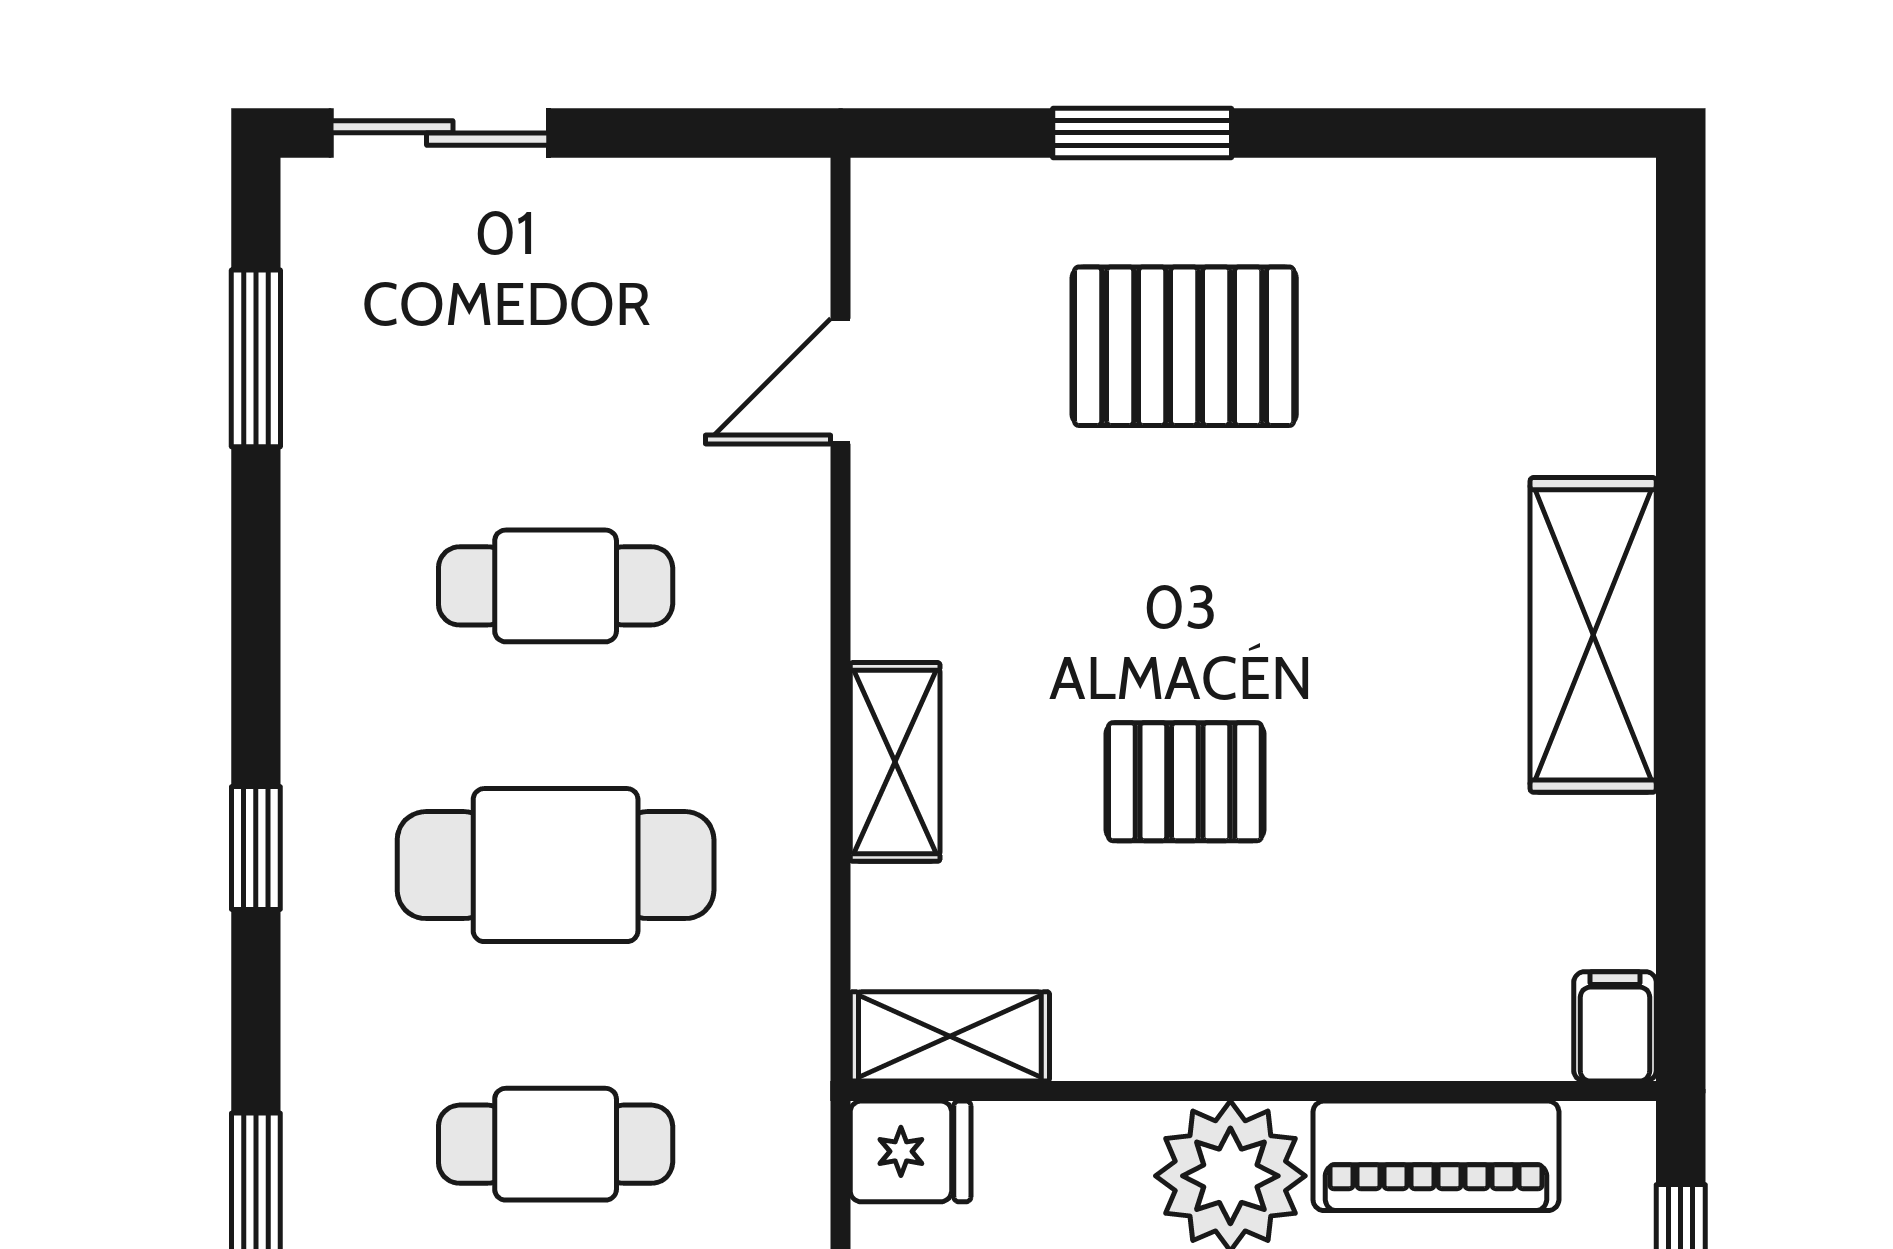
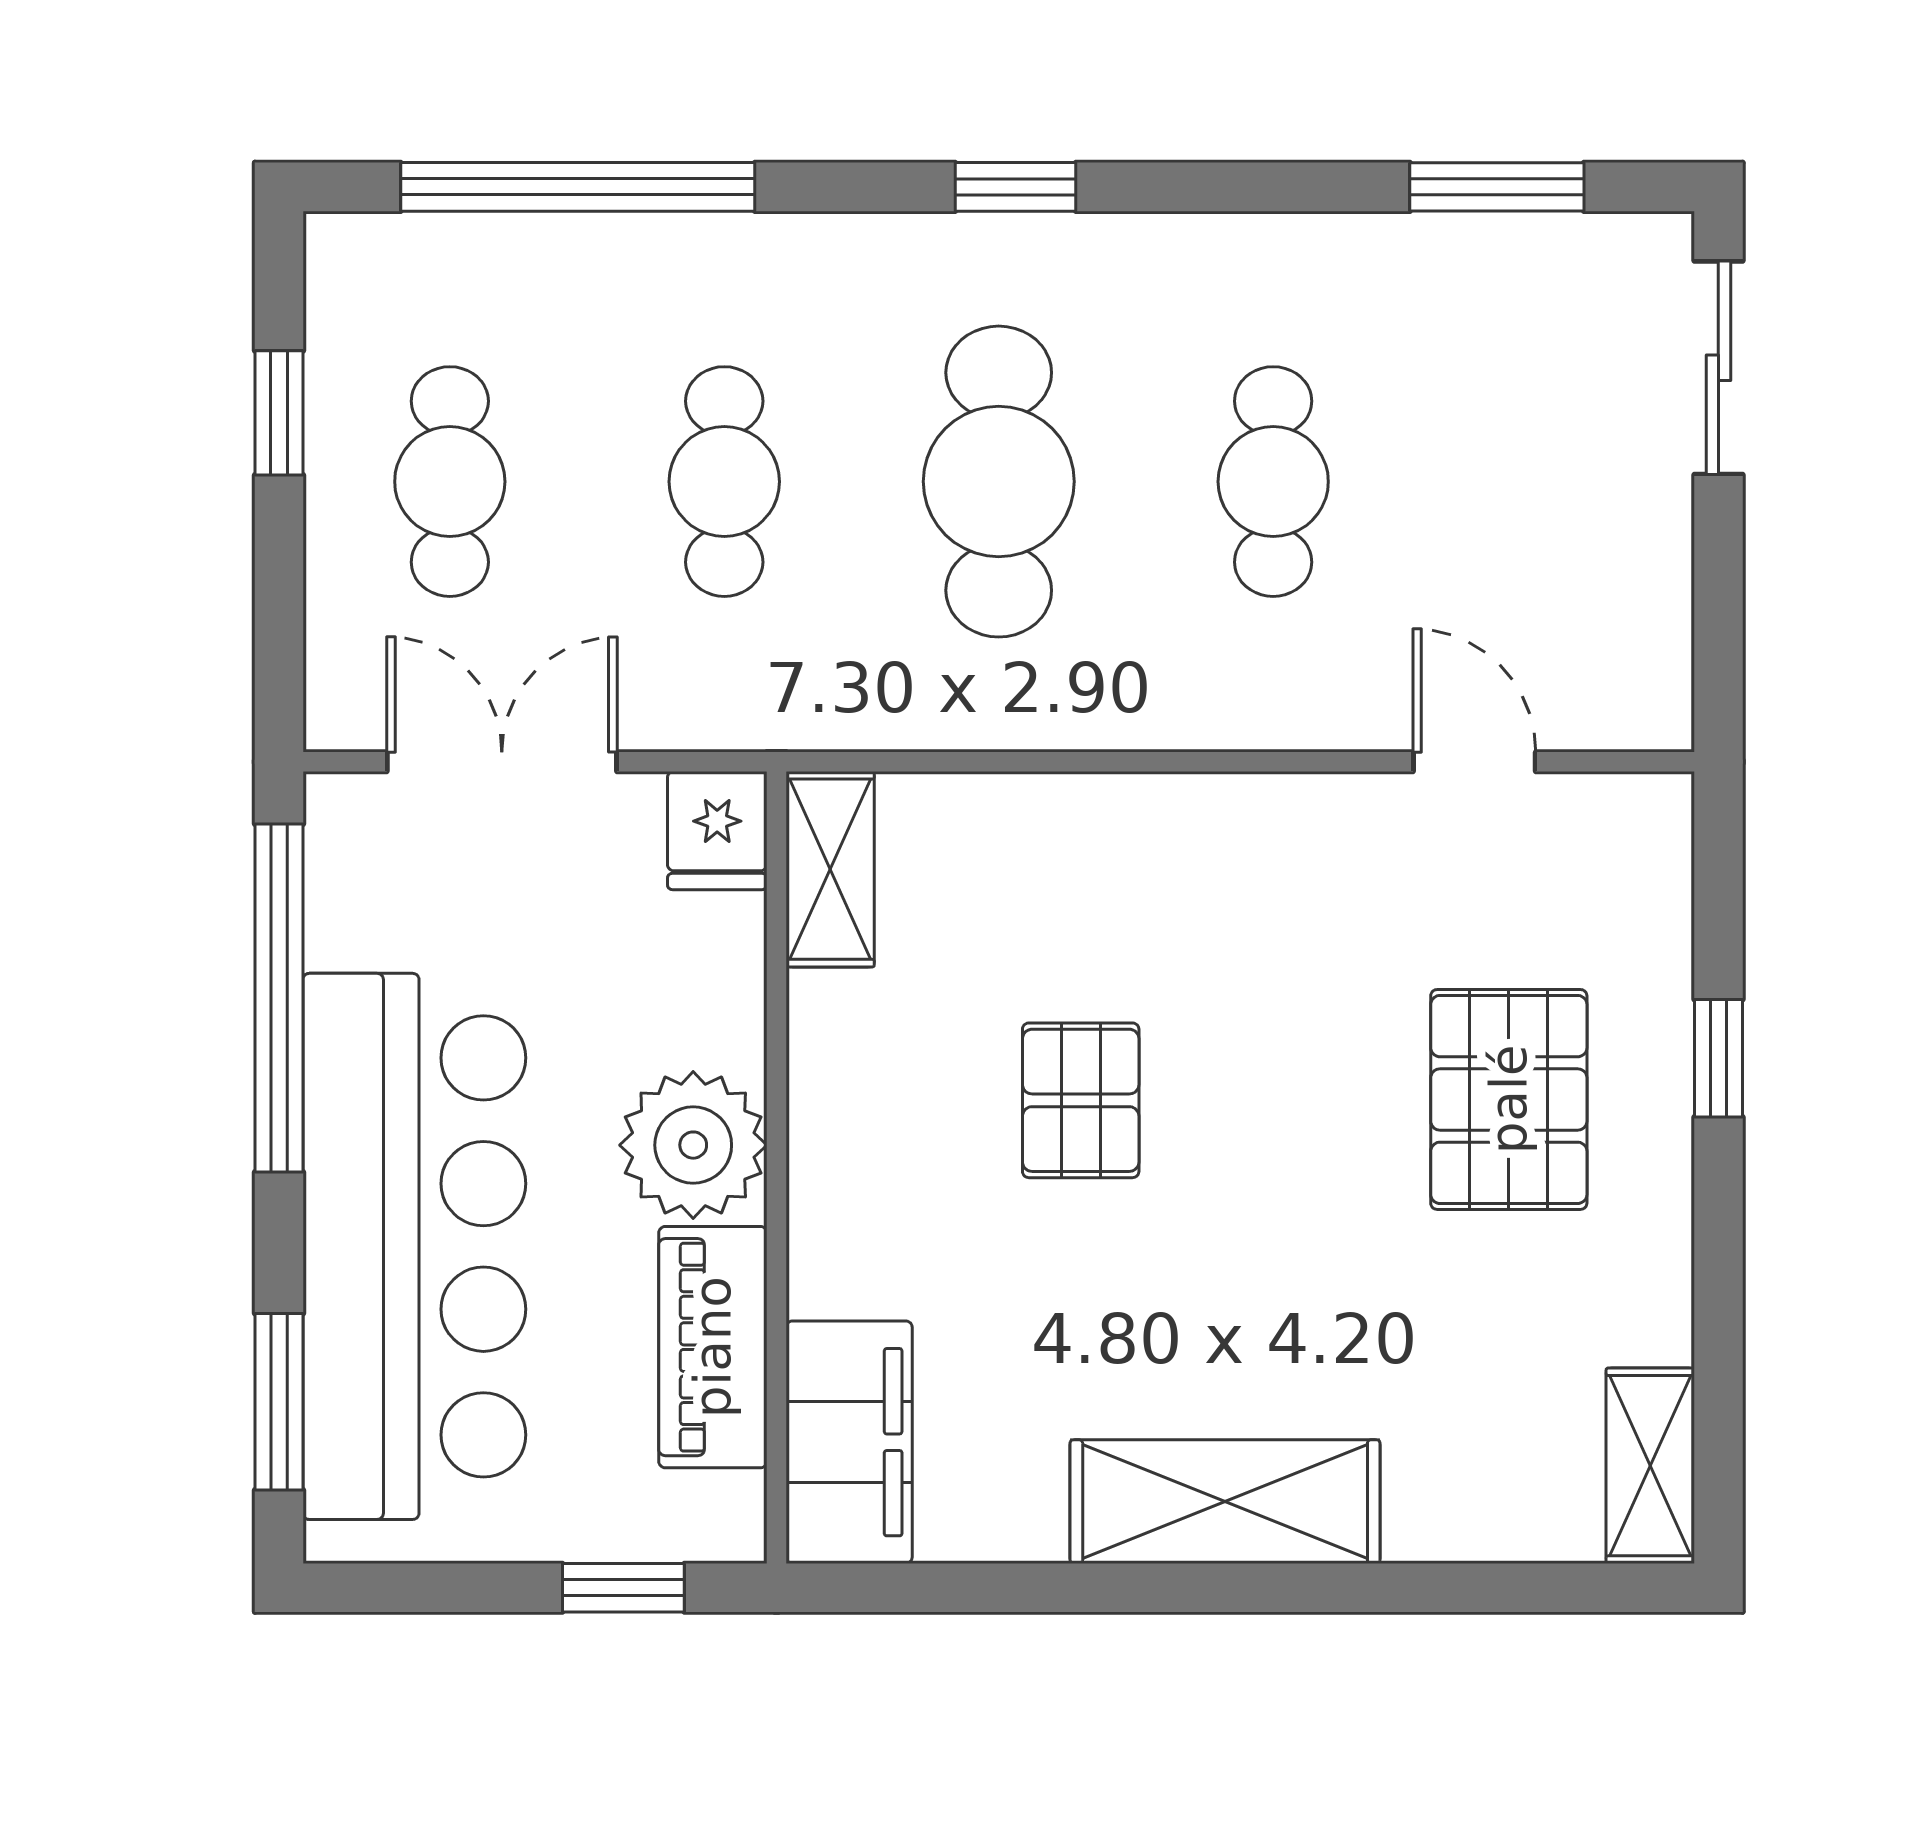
window: (1142, 133) -> (1718, 1058), width x0.67
shelving: (895, 762) -> (1650, 1466), moved, turned 90
filing cabinet: (1615, 1026) -> (849, 1442), width x3.00, depth x1.17

